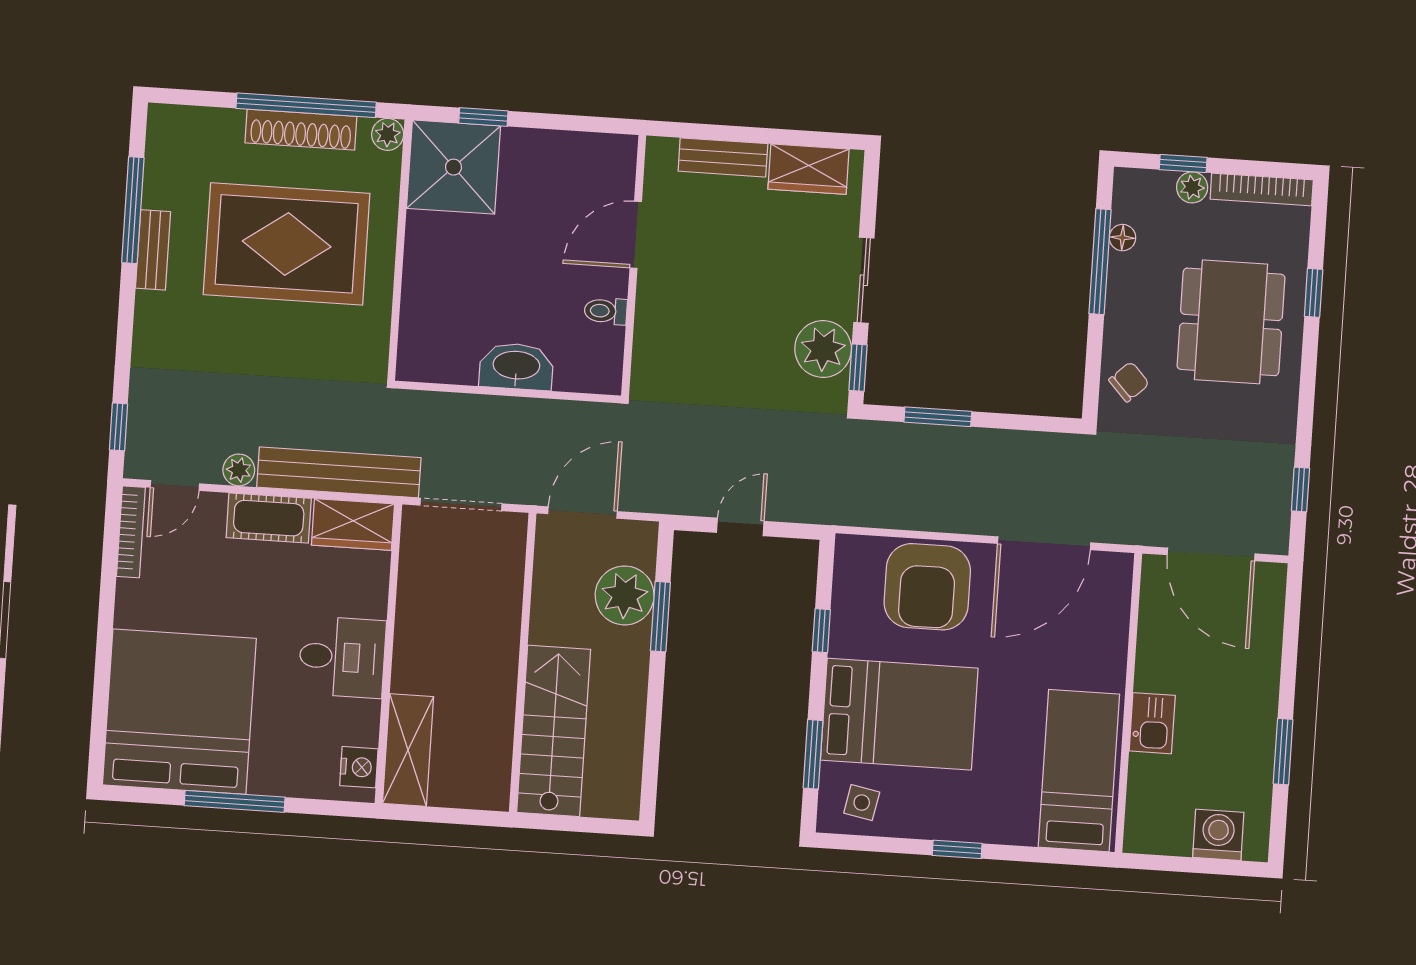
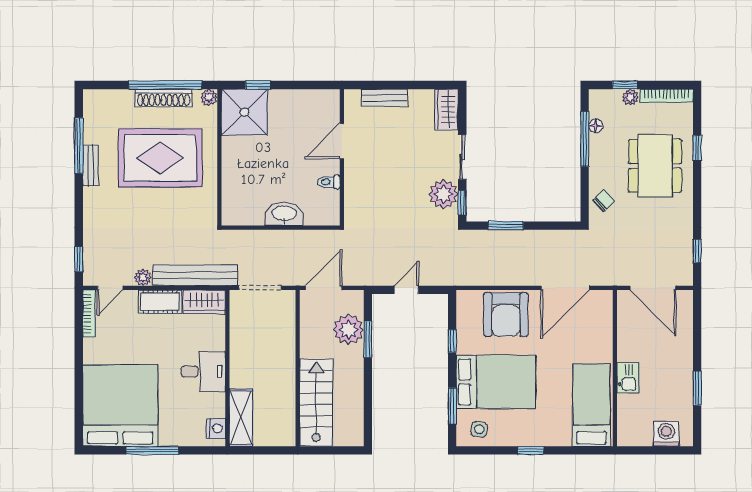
wardrobe: (808, 169) -> (446, 110), moved, turned 90

